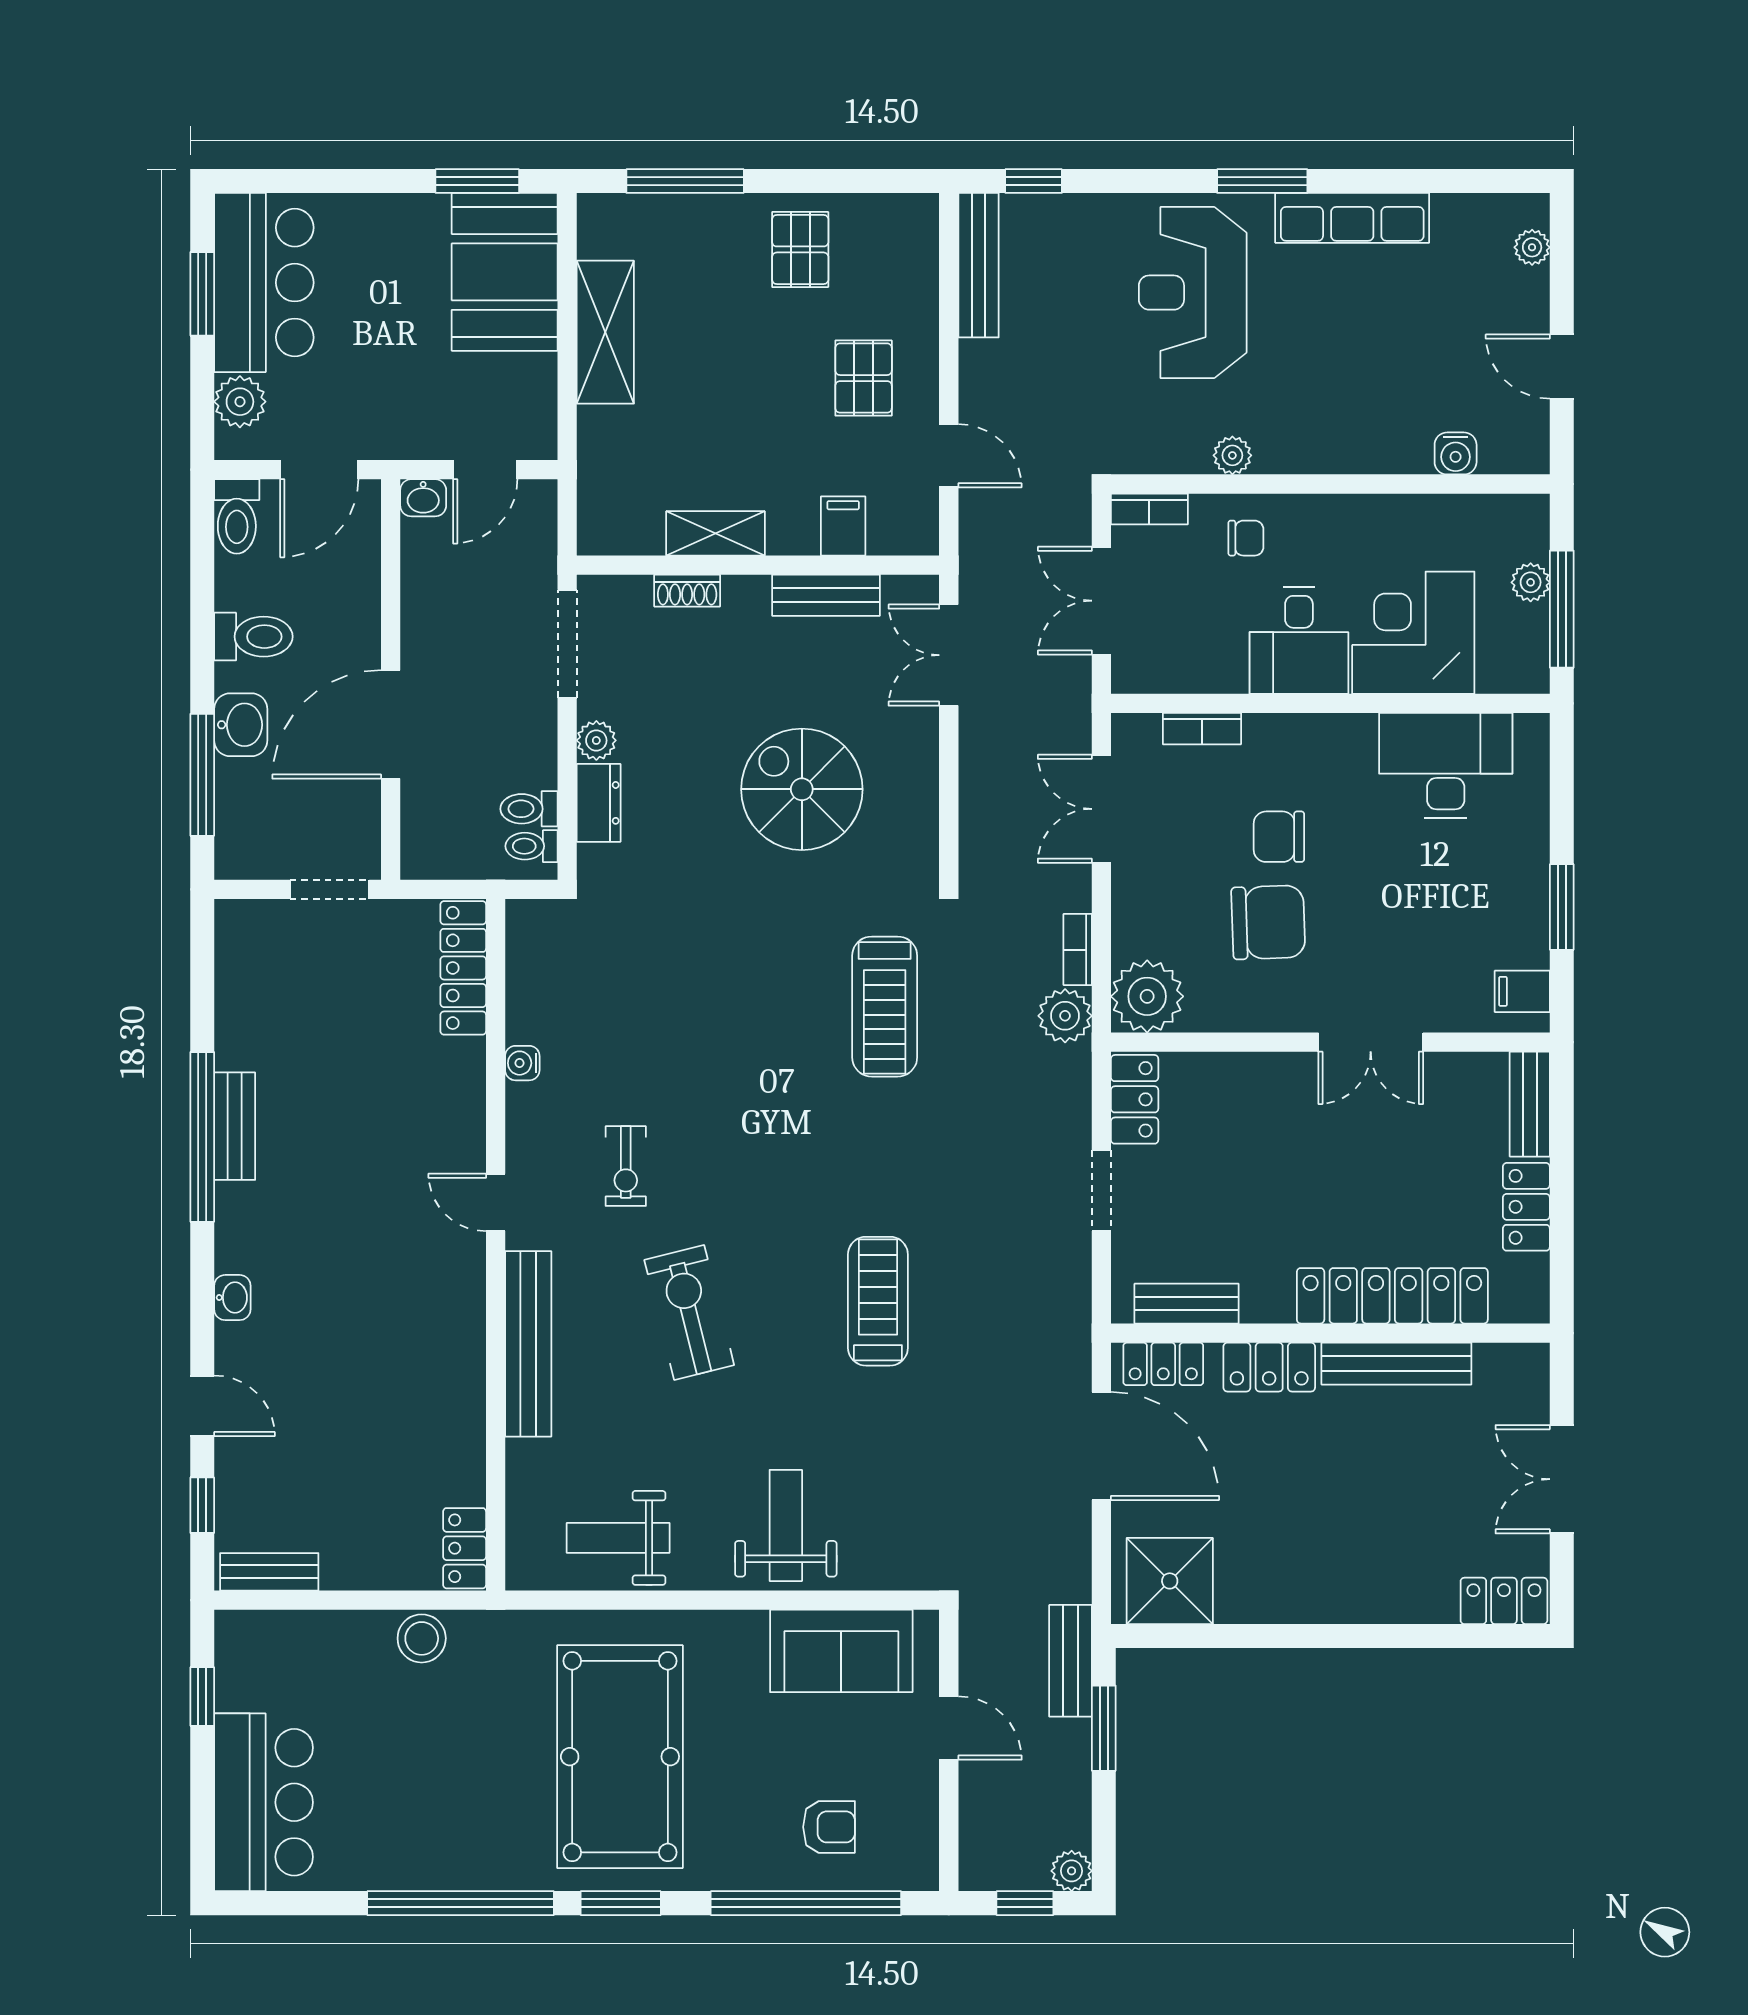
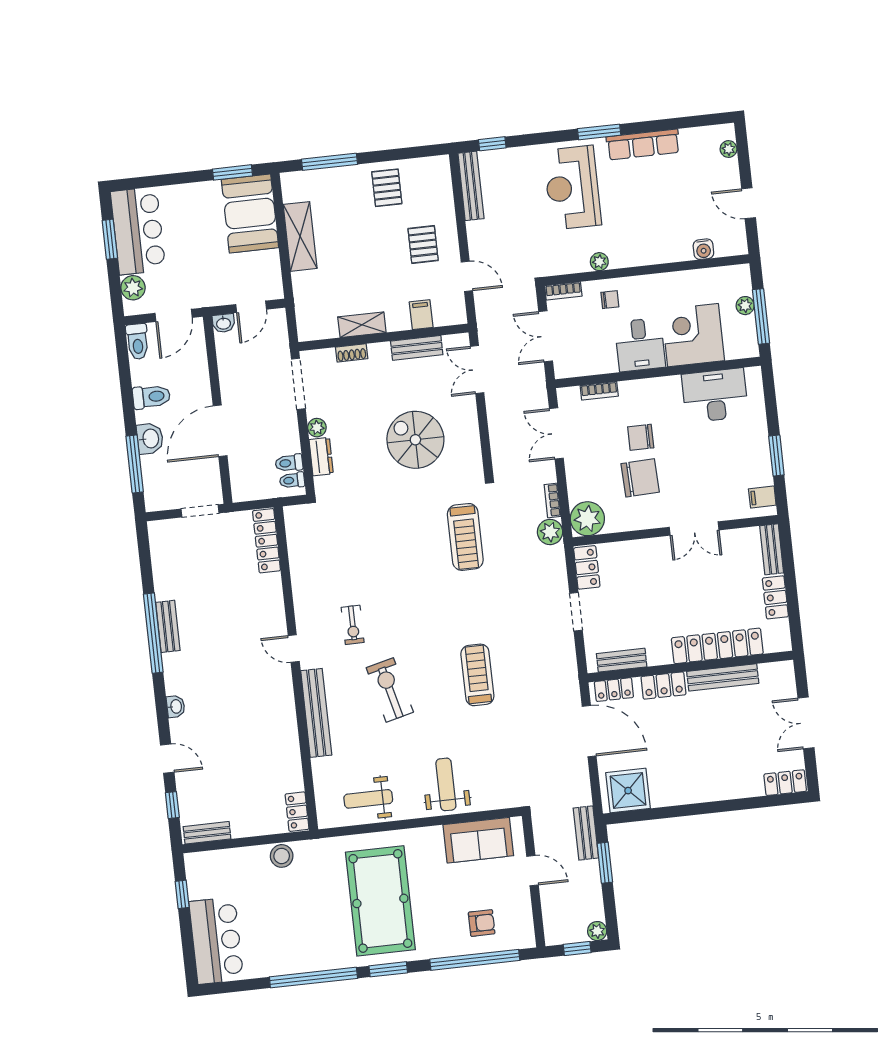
water cooler: (522, 1063) -> (299, 582), removed

